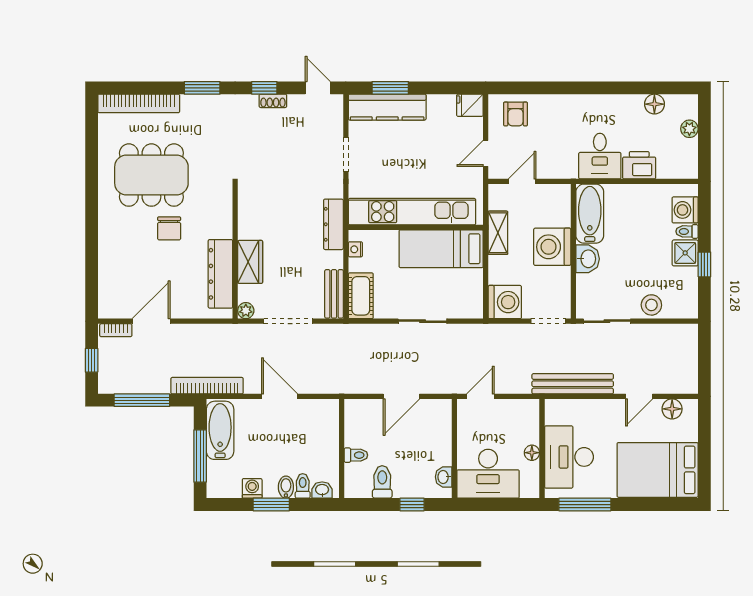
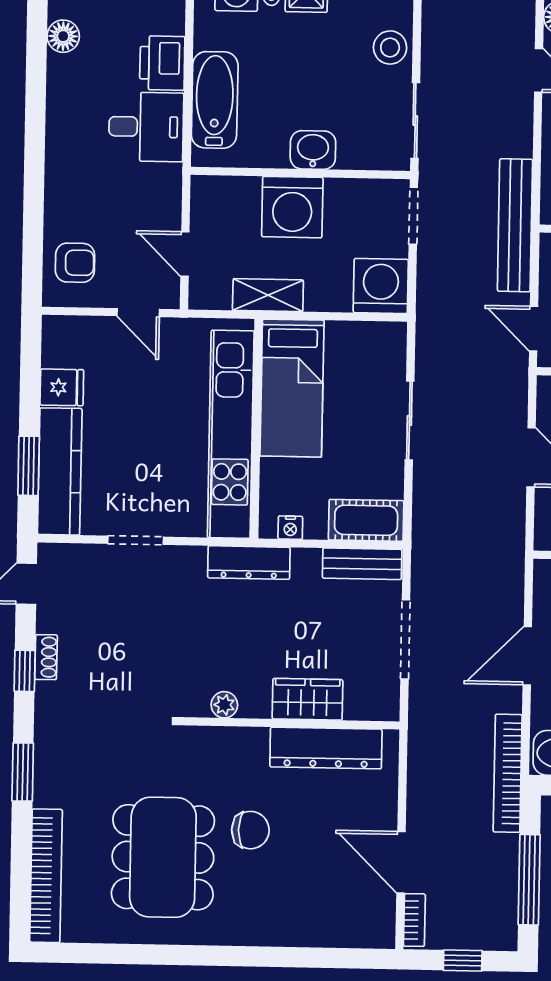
fridge: (470, 105) -> (62, 387), moved, turned -90
bathtub: (590, 214) -> (215, 100), moved, turned 90
plant: (246, 311) -> (224, 705), moved
bench: (573, 384) -> (515, 225), moved

